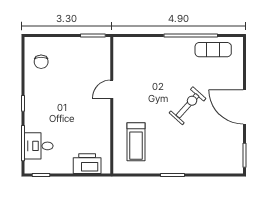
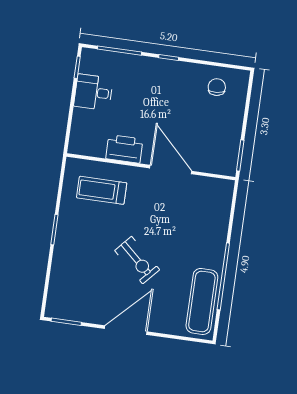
exercise mat: (213, 50) -> (202, 301), width x1.36, depth x1.45
chair: (41, 62) -> (217, 87), turned 85
door: (112, 89) -> (171, 170), width x1.88
desk: (39, 146) -> (93, 92), moved, turned -90
printer: (87, 164) -> (124, 149), moved, turned -90

